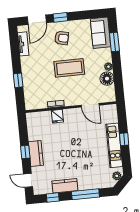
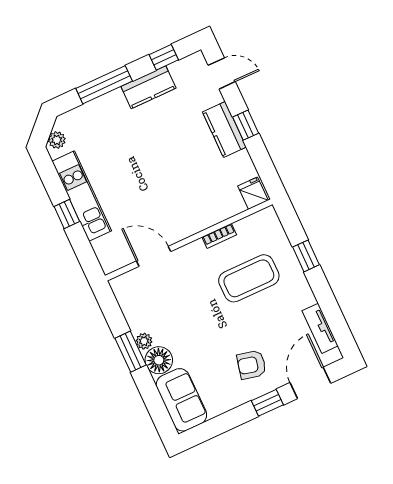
window: (114, 42) -> (130, 352), moved
coffee table: (69, 68) -> (249, 278), moved
floor lamp: (107, 79) -> (159, 360), moved
fridge: (57, 116) -> (253, 193), moved

